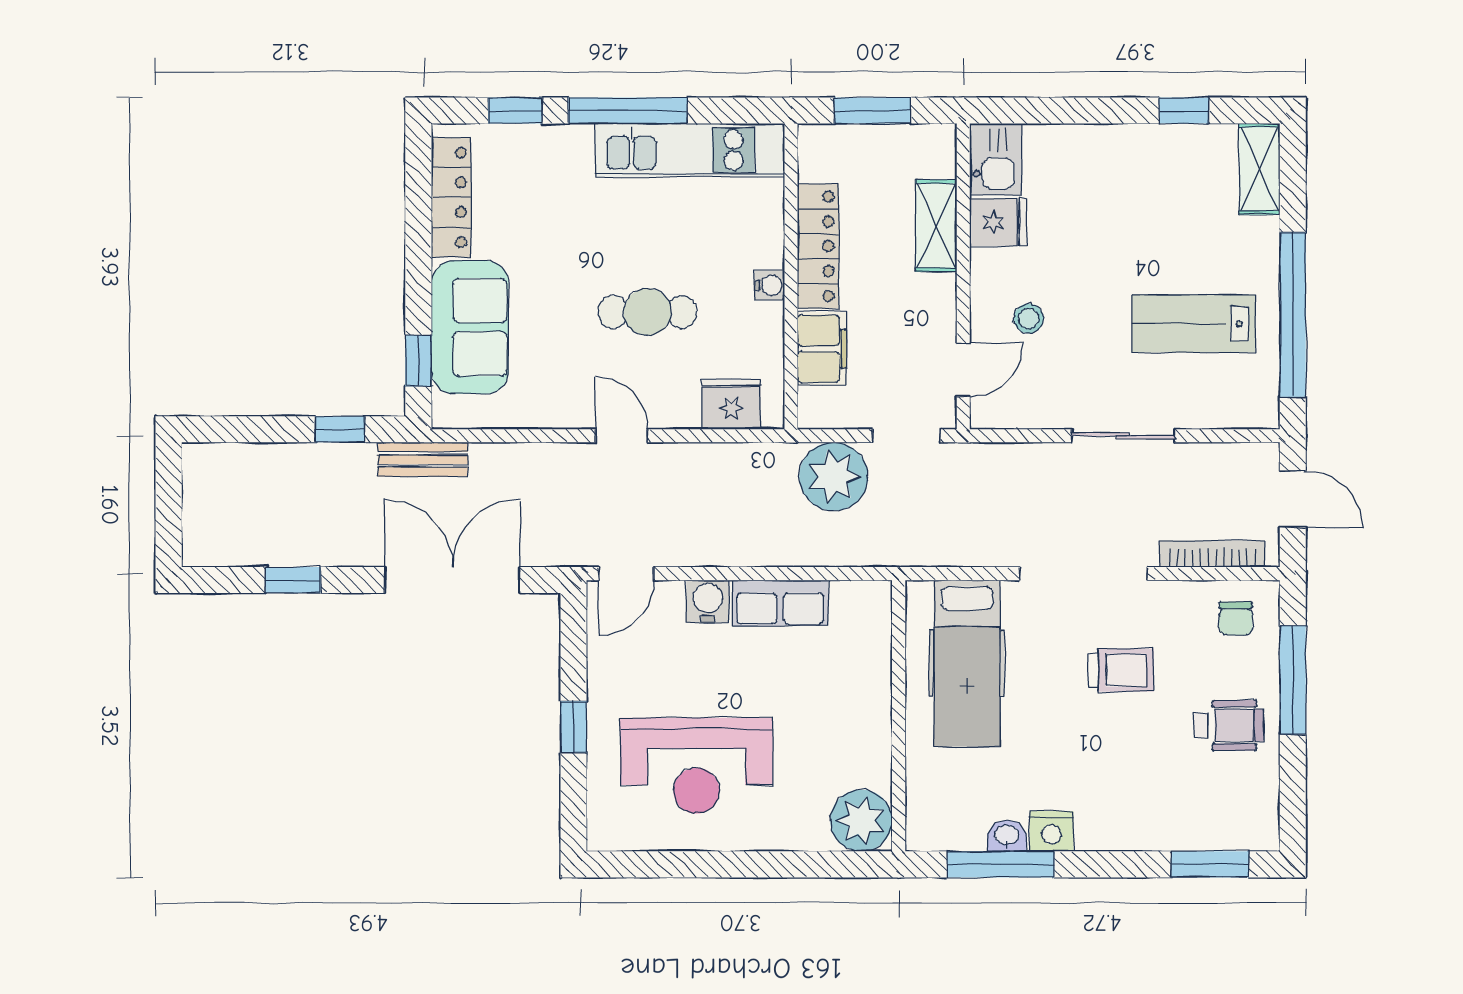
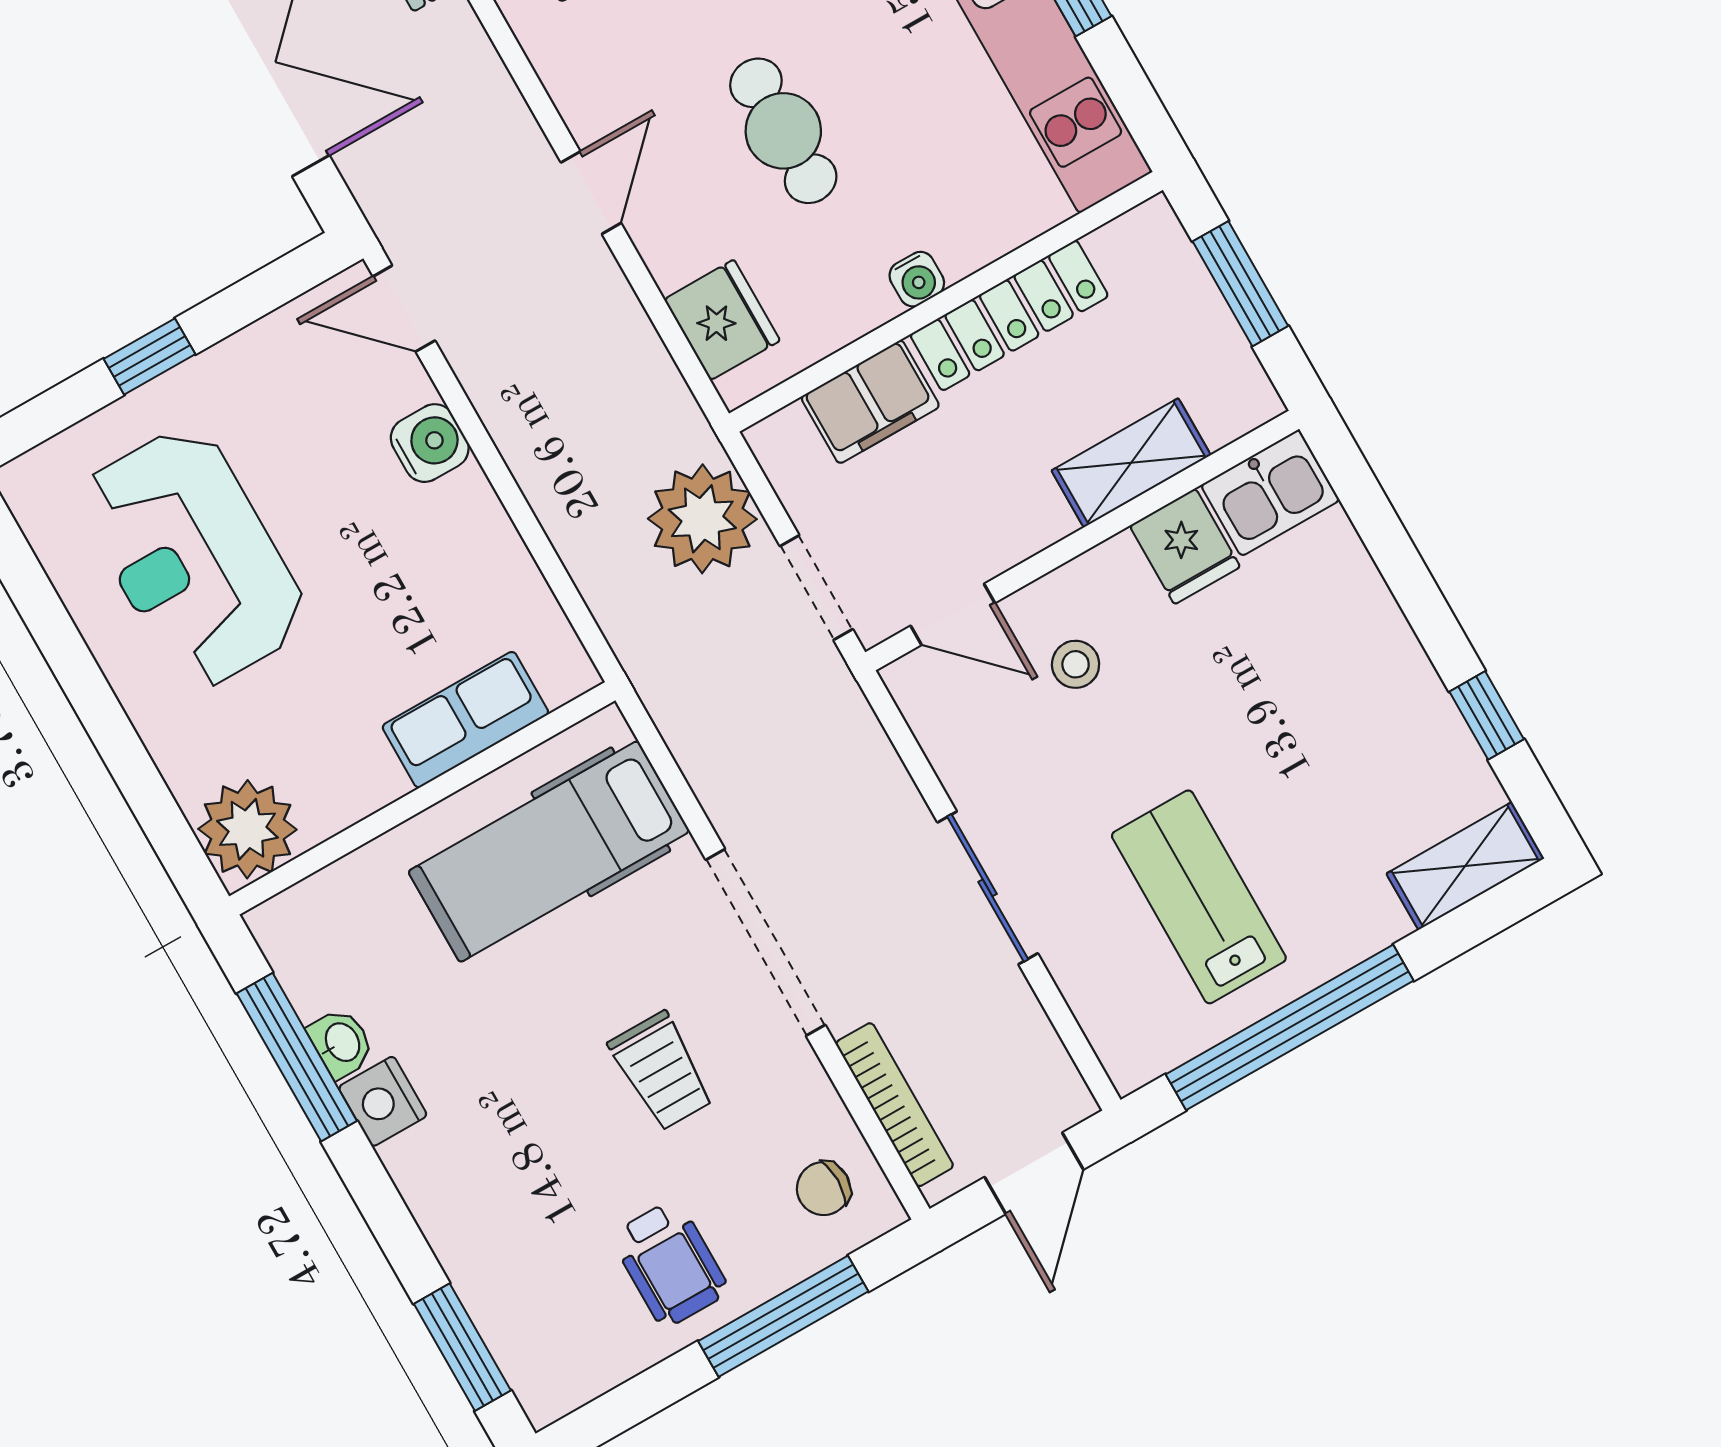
row of seats: (780, 603) -> (465, 720), moved, turned 90

